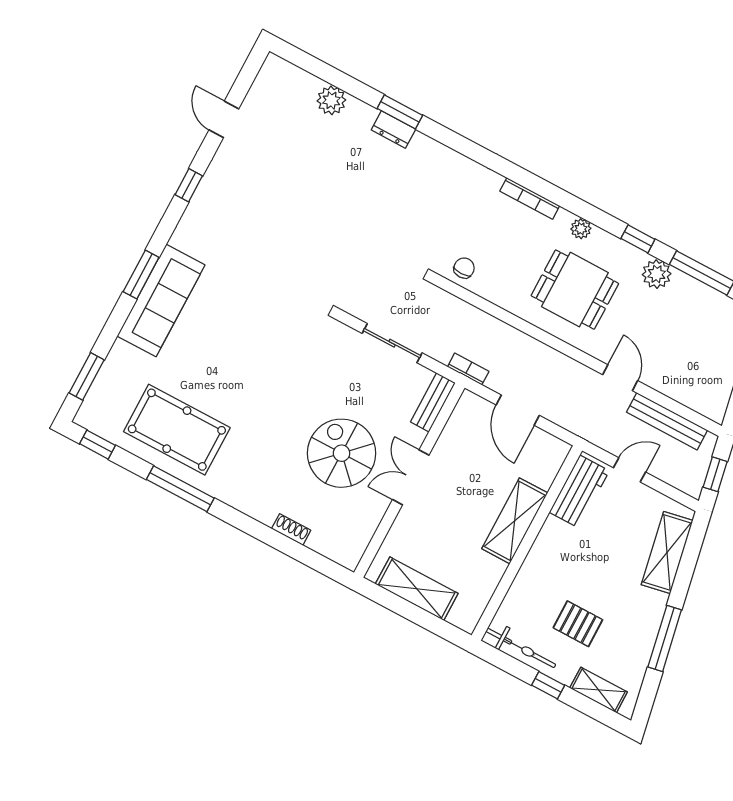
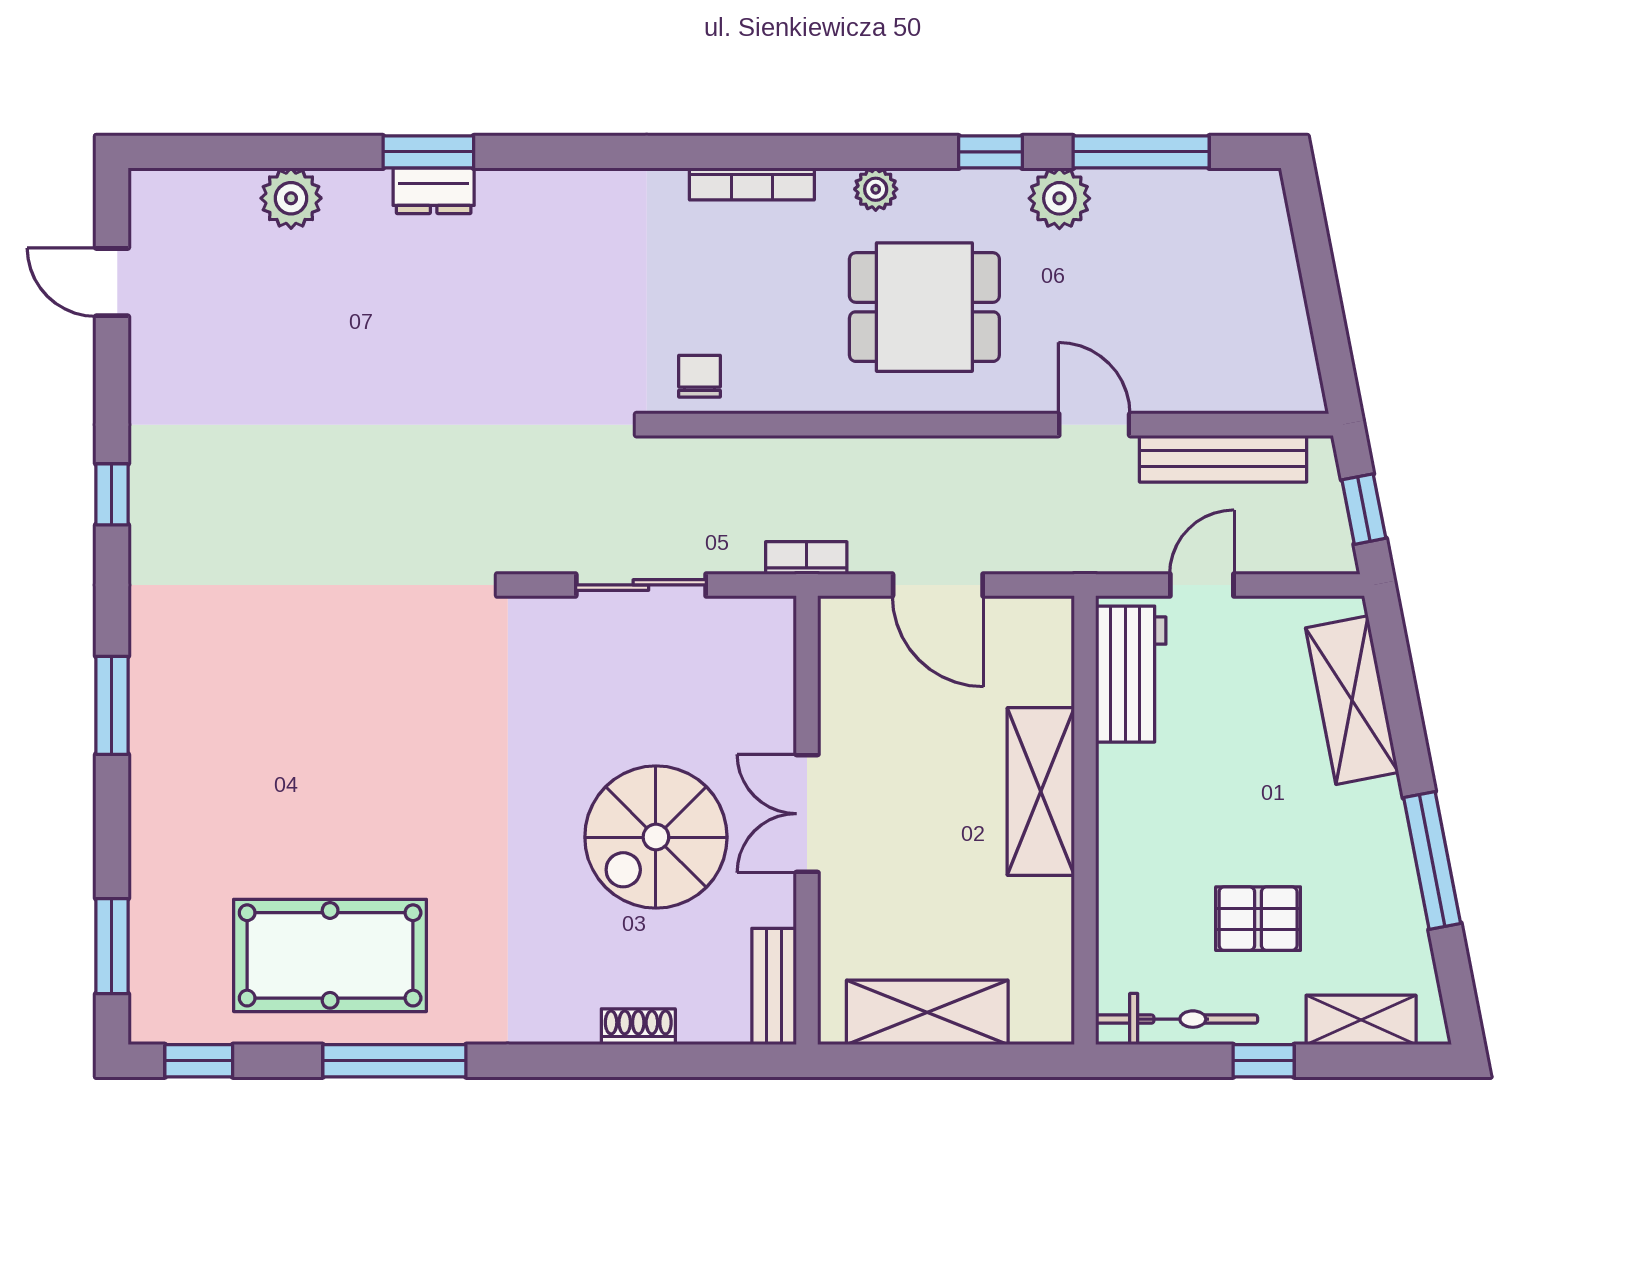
door: (224, 119) -> (112, 282), moved
sofa: (161, 300) -> (174, 733), removed
bench: (433, 402) -> (774, 987), moved
spiral stairs: (342, 453) -> (656, 837), turned -90

